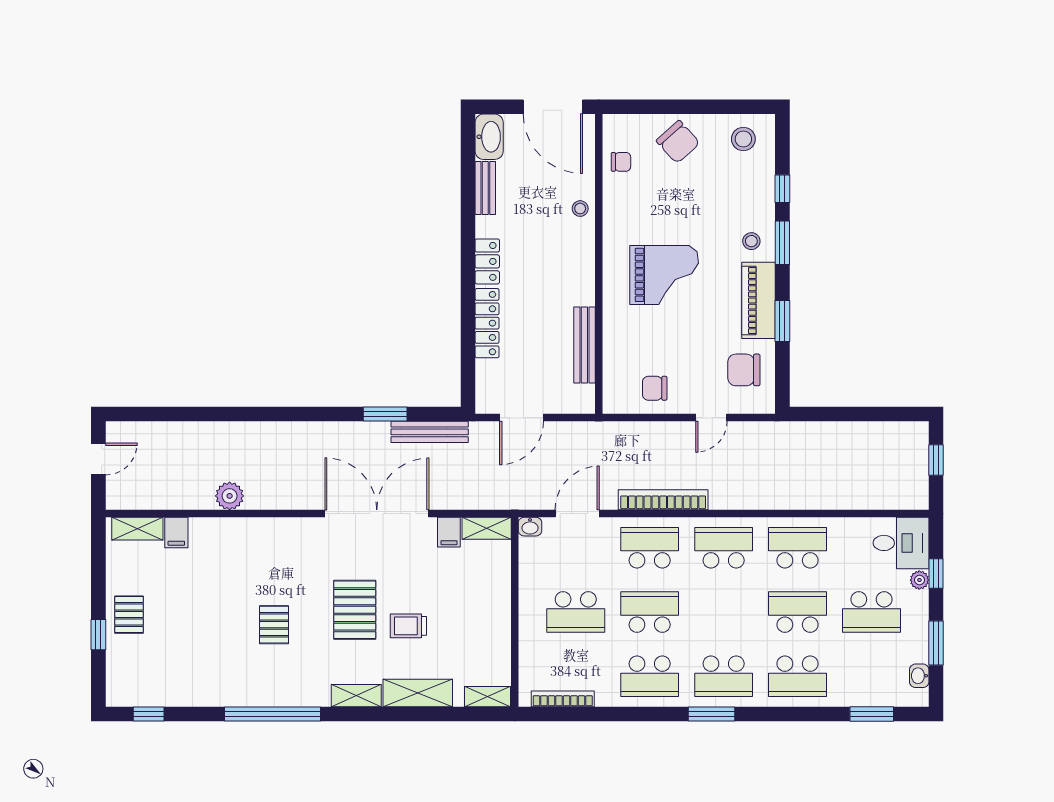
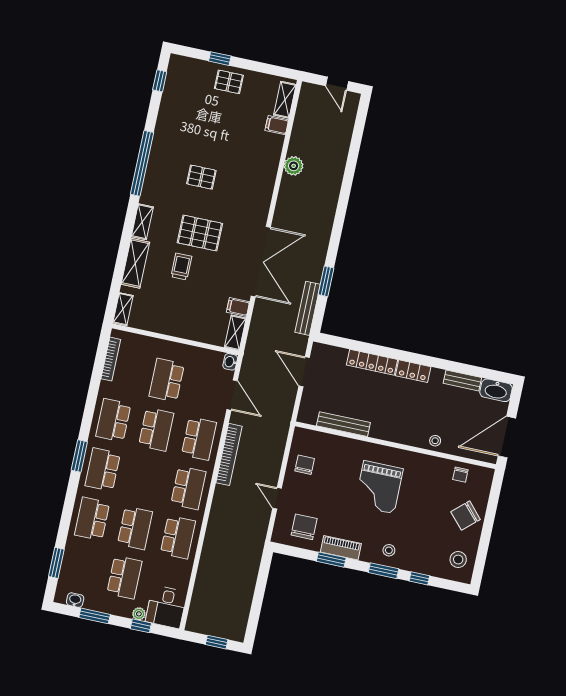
piano: (759, 300) -> (341, 548), width x0.73, depth x0.75
school desk: (871, 612) -> (124, 577), turned 180

